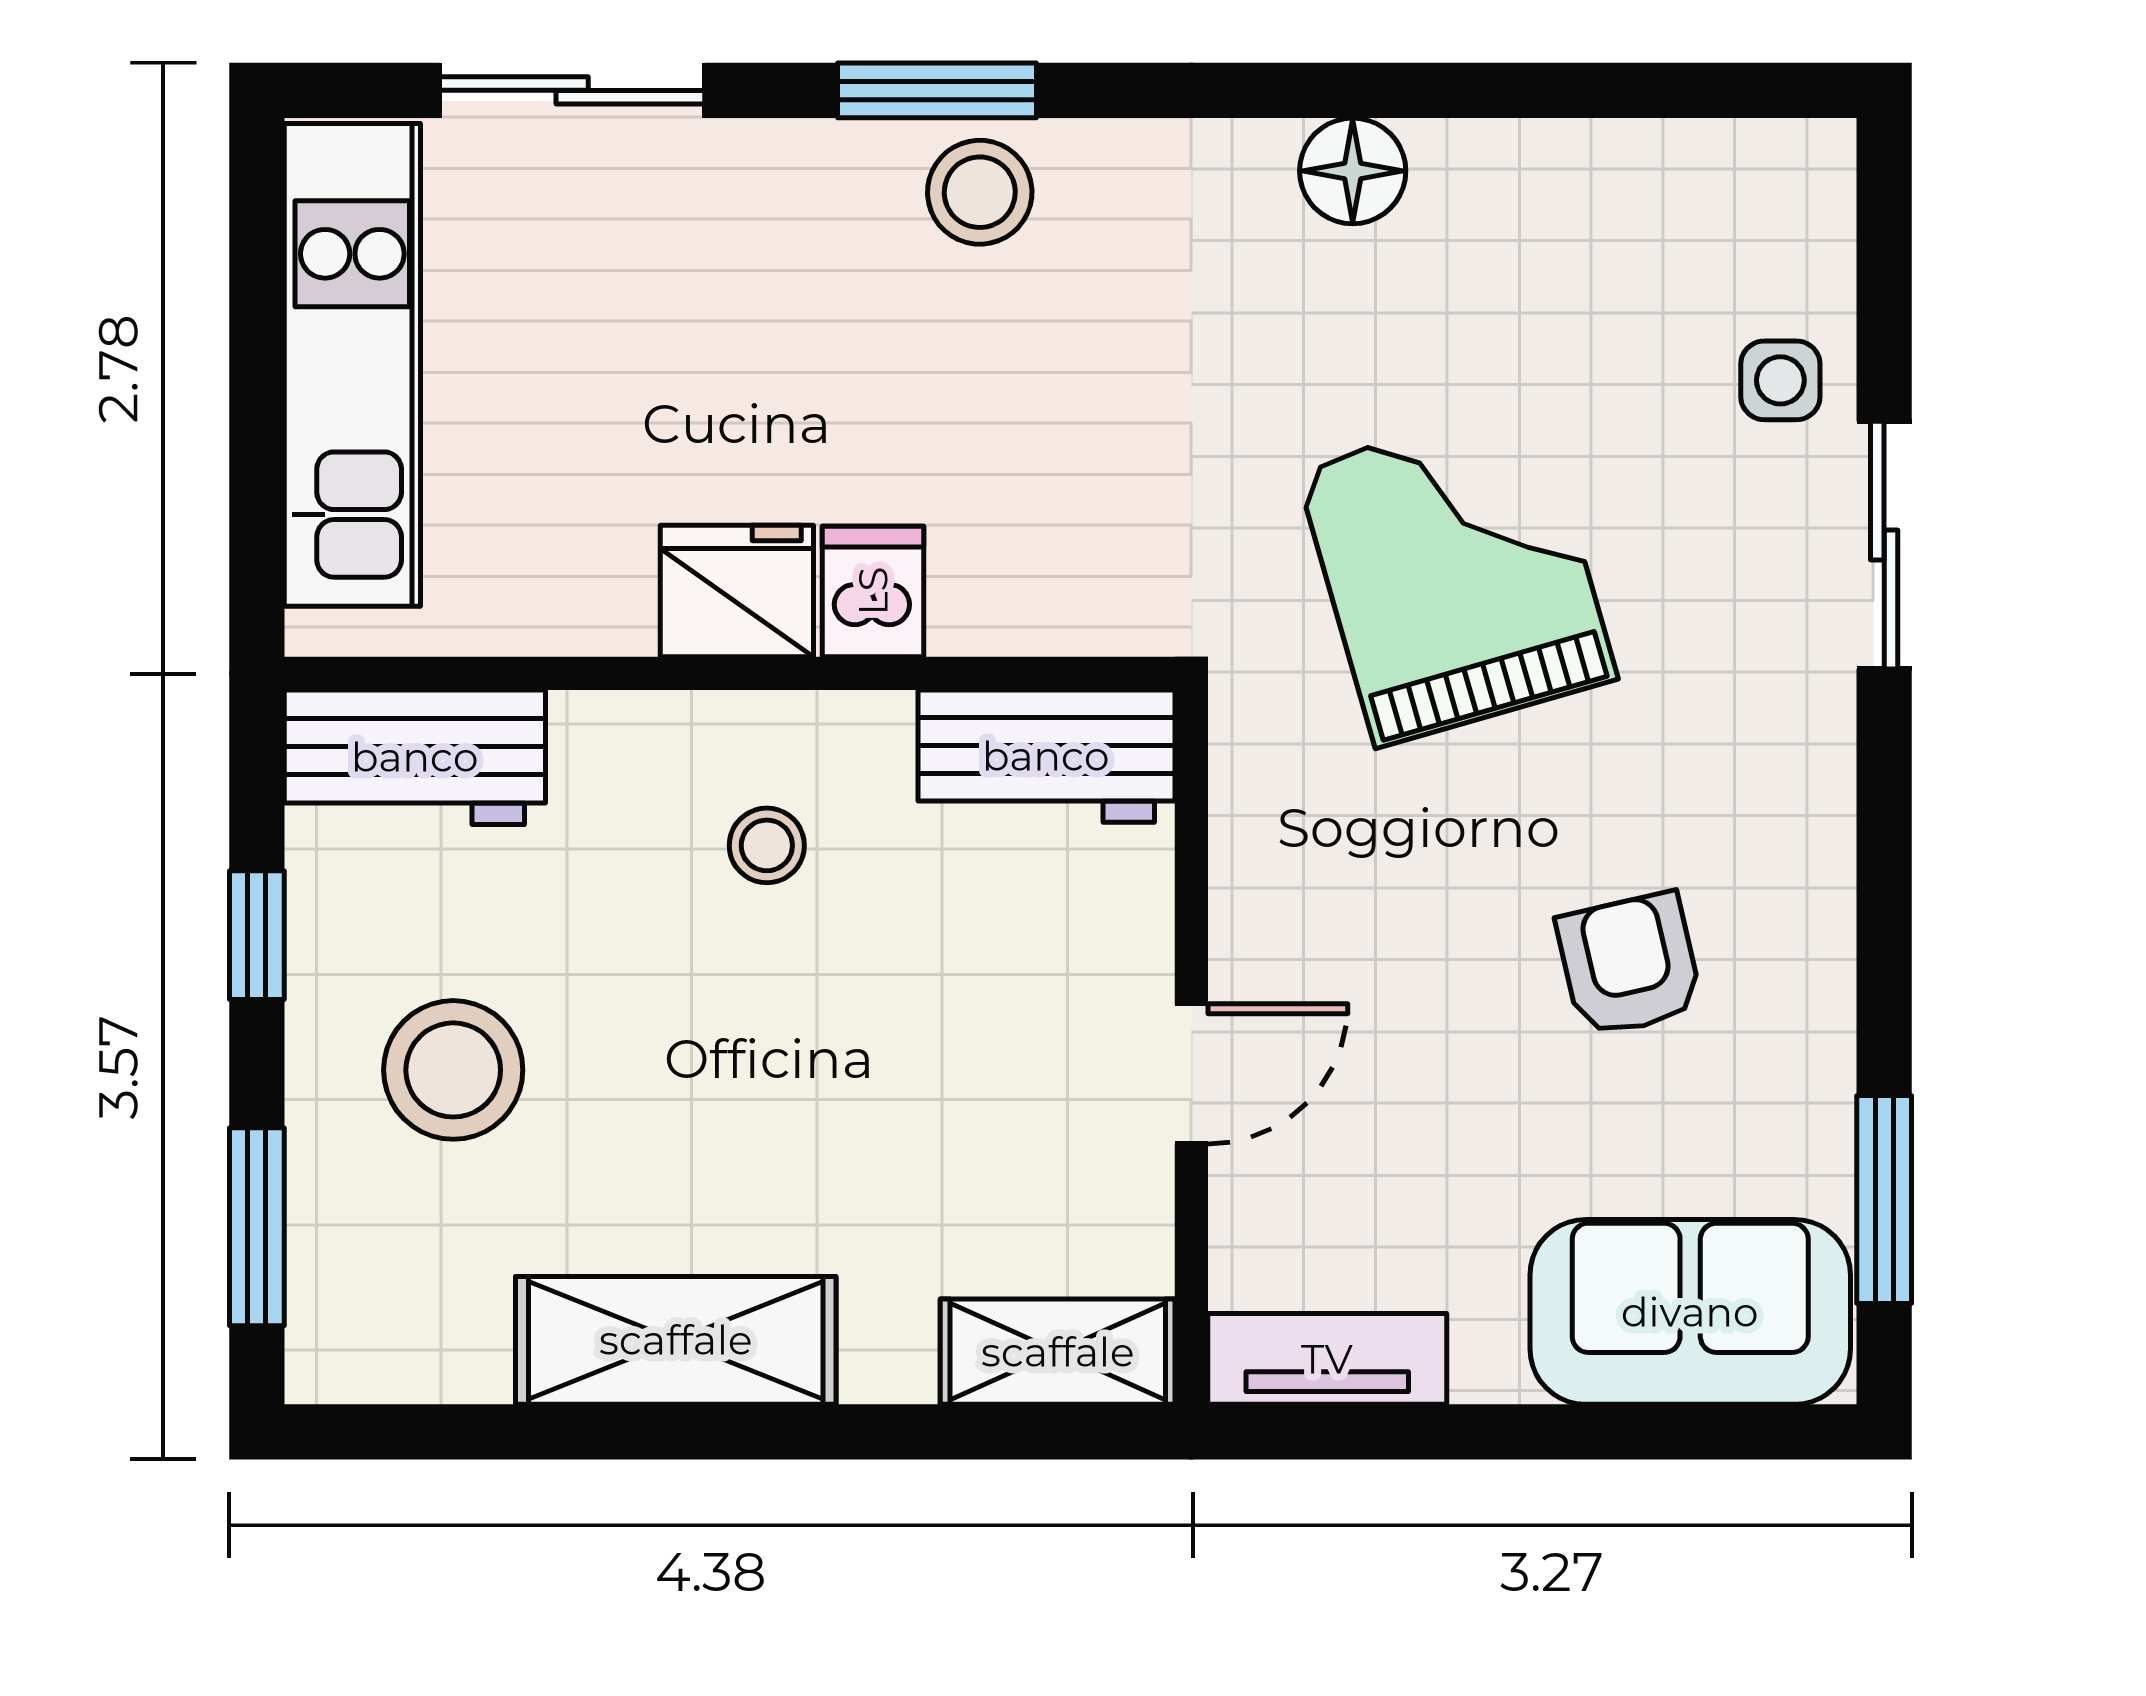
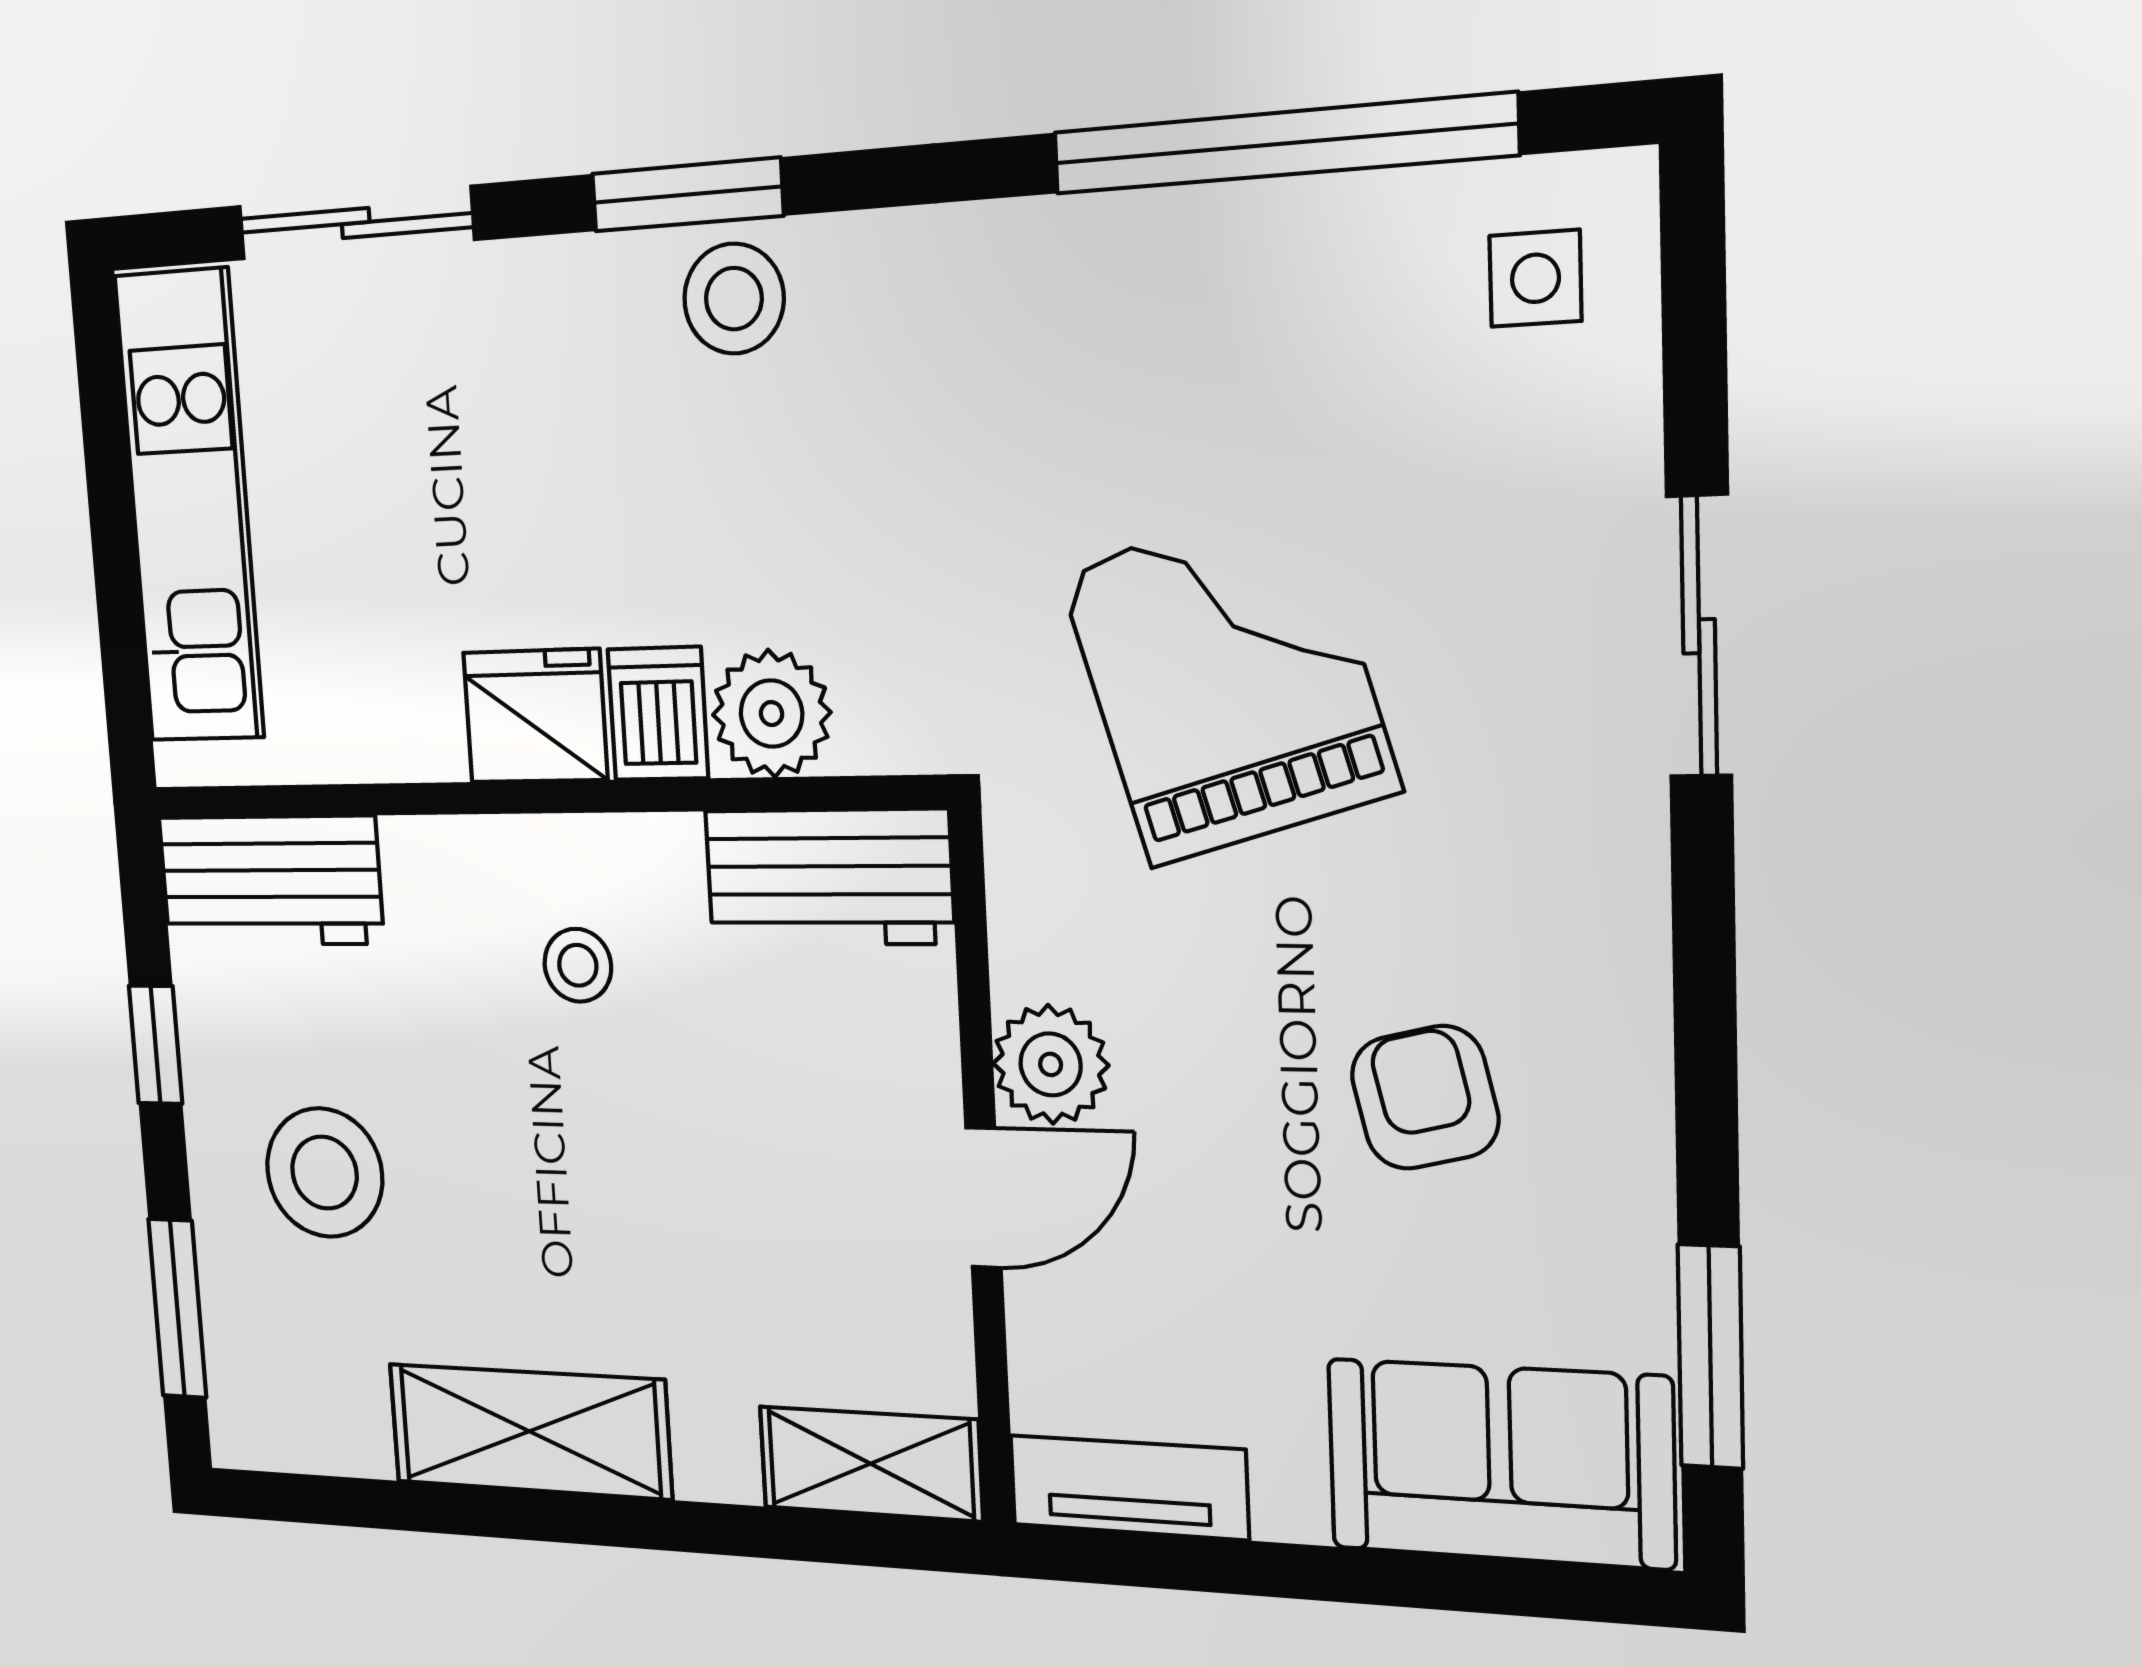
window: (1524, 90) -> (1282, 144), added
floor lamp: (1353, 171) -> (1103, 248), removed
side table: (1780, 380) -> (1535, 278), moved
plant: (995, 594) -> (772, 714), added
plant: (1266, 940) -> (1051, 1064), added

